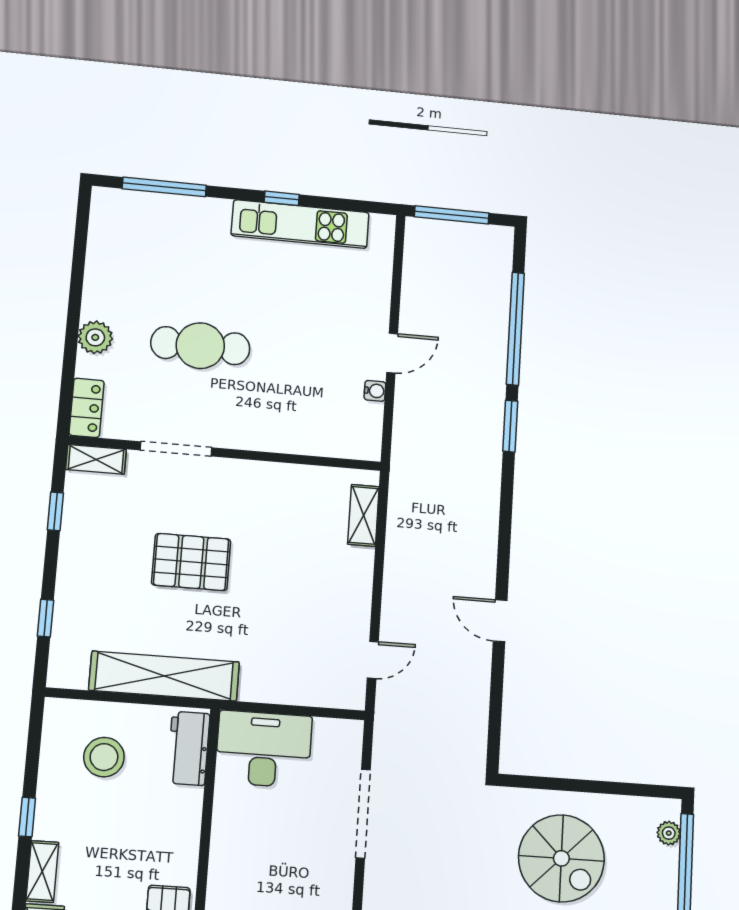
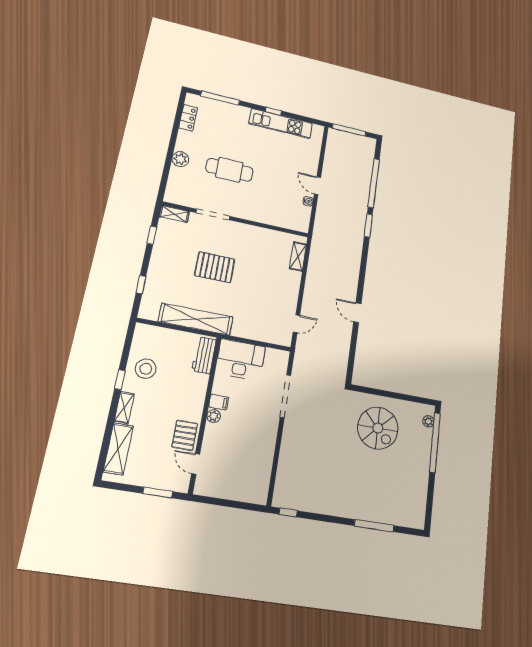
door: (392, 353) -> (317, 186), swing flipped
locker: (87, 408) -> (188, 118), moved
stool: (104, 757) -> (146, 369), moved
filing cabinet: (228, 840) -> (219, 402), added
plant: (221, 870) -> (214, 416), added

